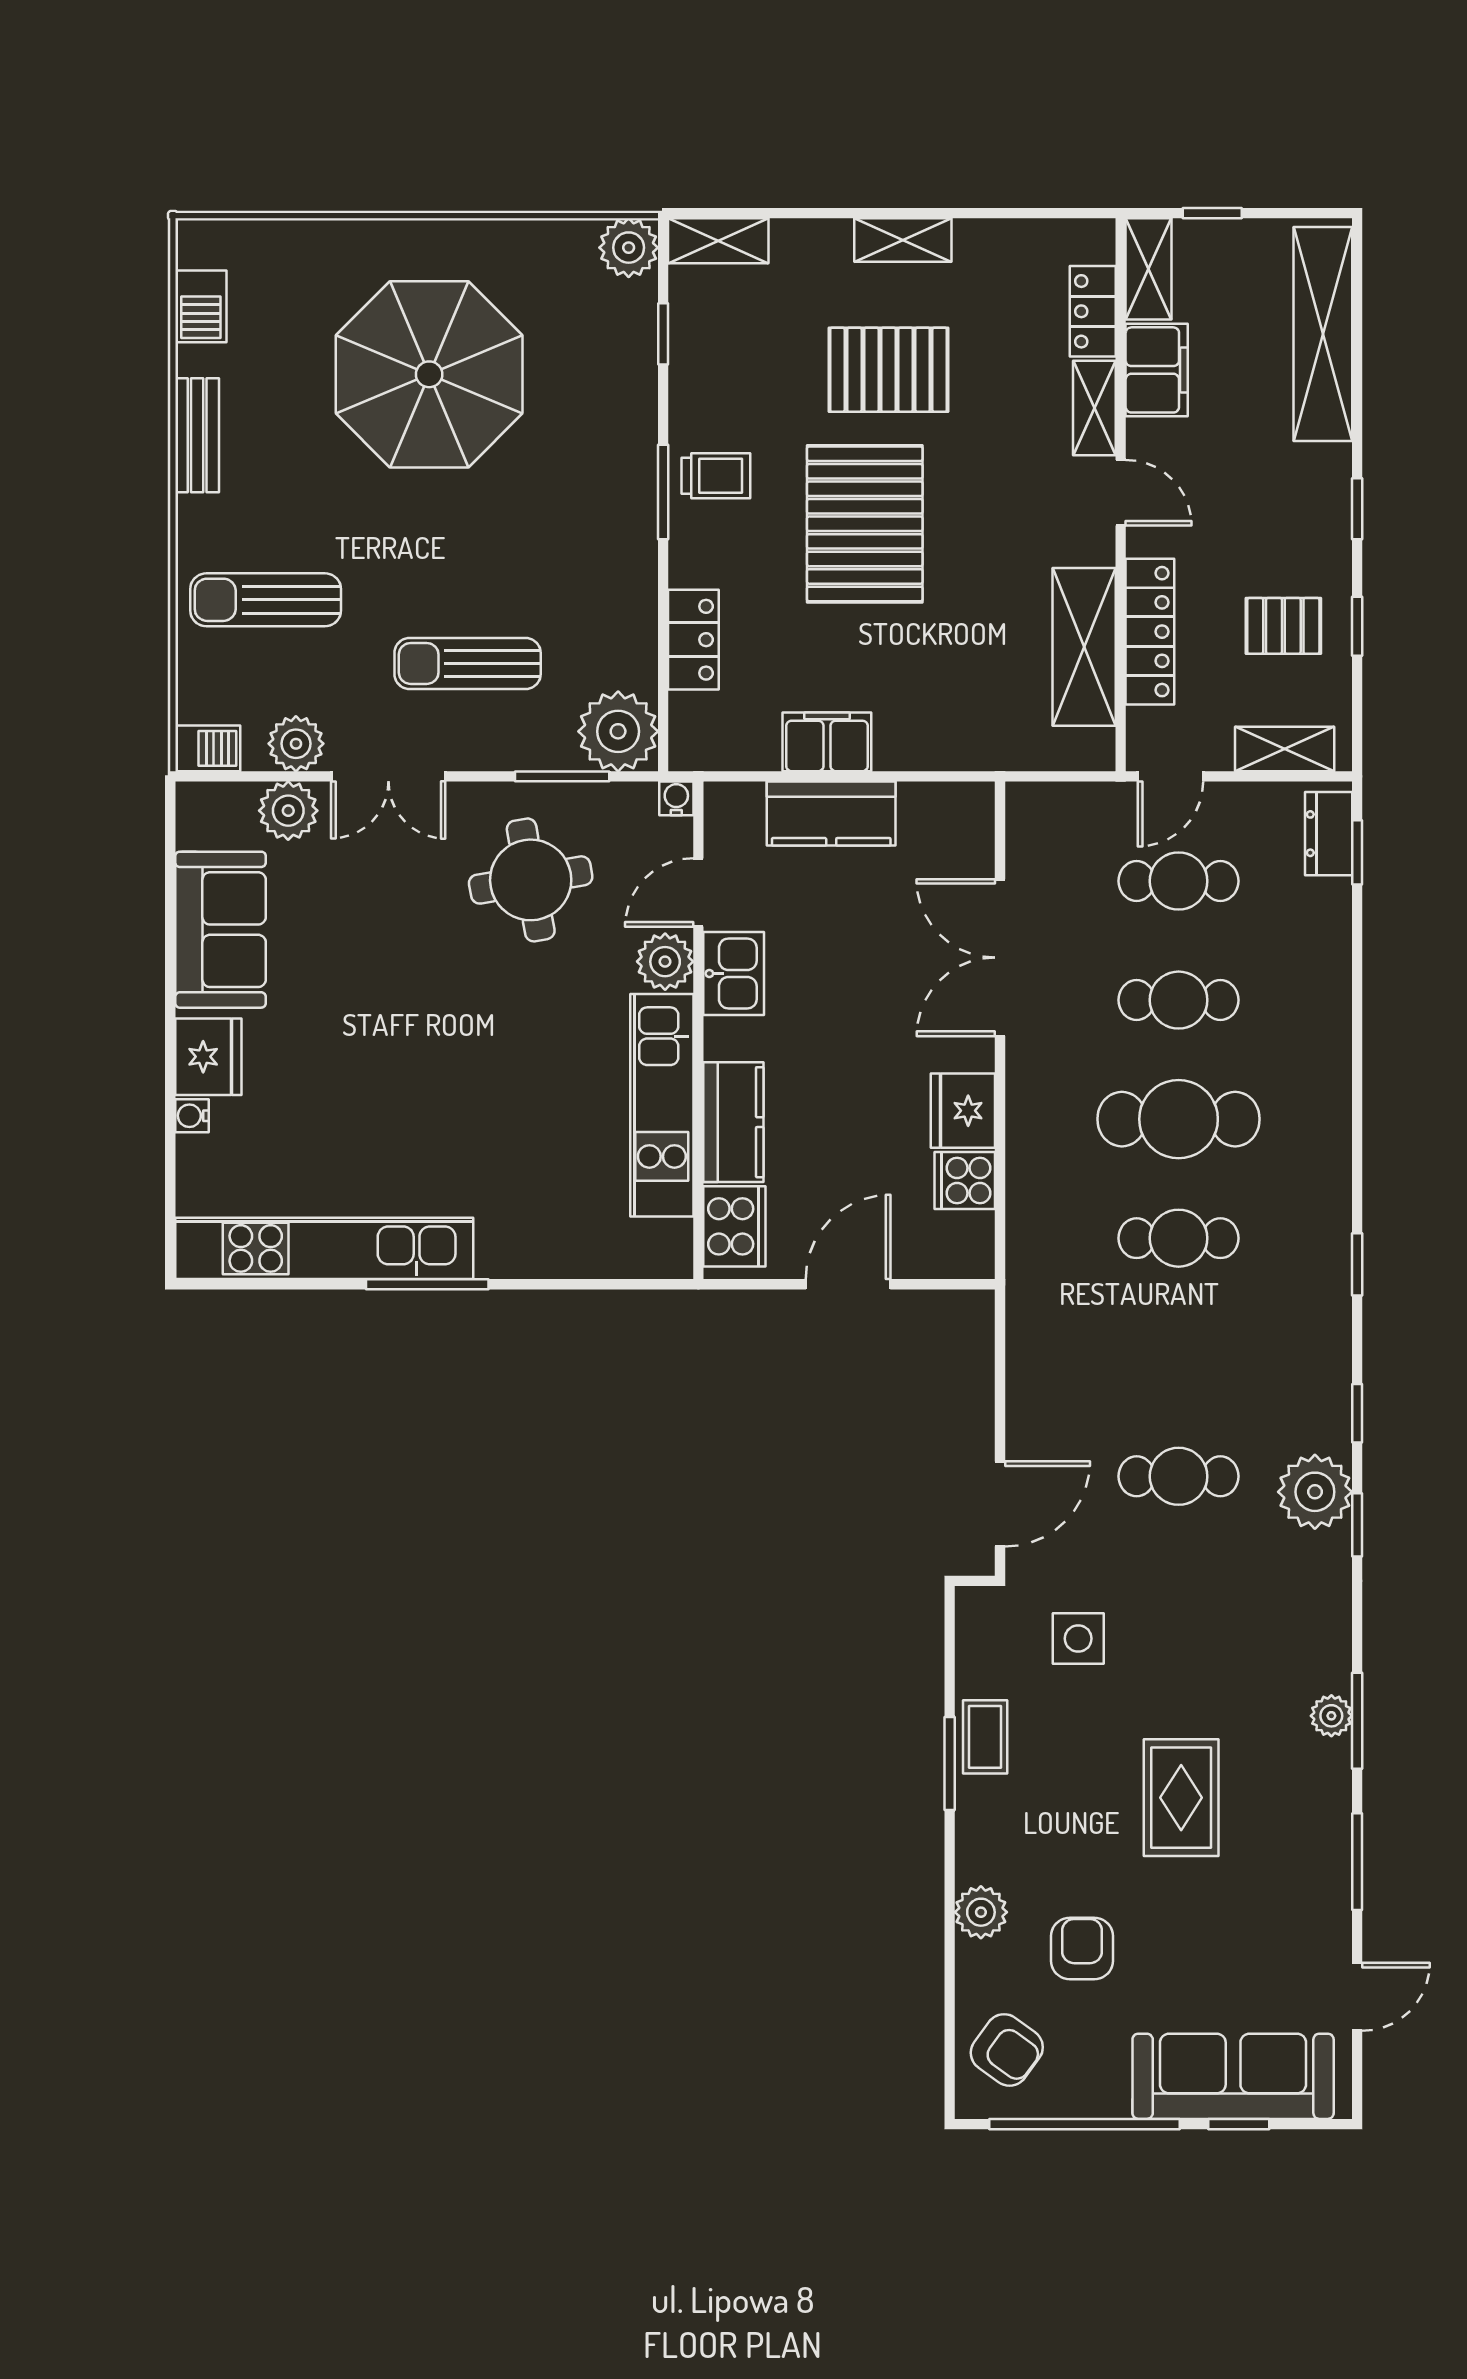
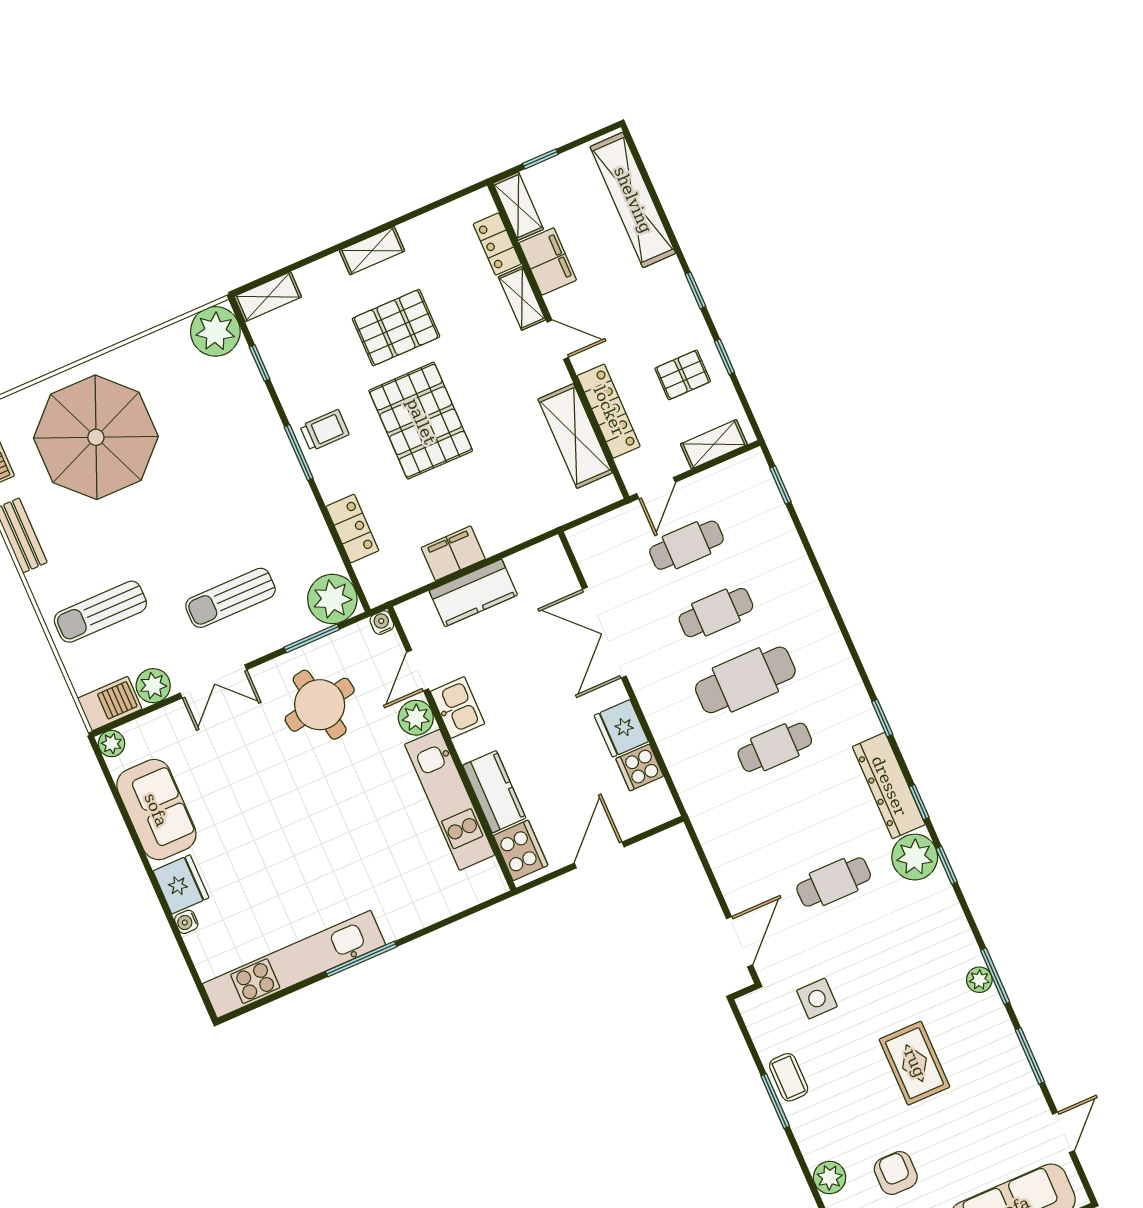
plant: (629, 248) -> (215, 331), width x1.36, depth x1.36
parasol: (429, 374) -> (96, 437), moved
barbecue: (208, 748) -> (110, 704), width x1.38, depth x1.27
plant: (288, 811) -> (112, 744), moved, width x0.73, depth x0.73
dresser: (1329, 834) -> (889, 786), moved, width x1.96, depth x1.24

